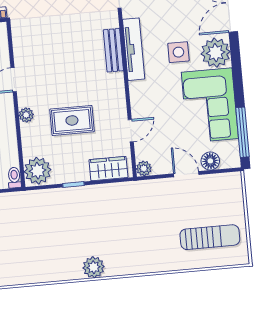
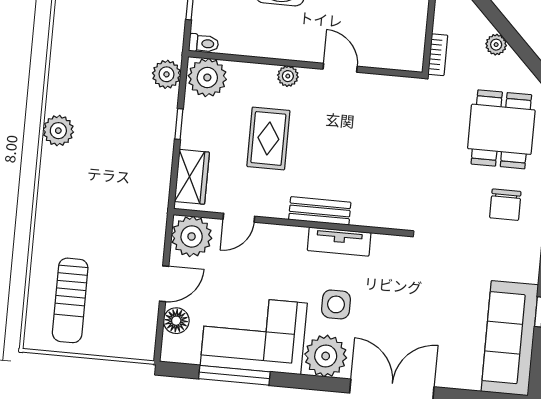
tv unit: (134, 49) -> (339, 242), width x0.71
bench: (113, 50) -> (320, 211), moved
door: (131, 131) -> (239, 218), hinge flipped
window: (242, 132) -> (234, 375), moved
plant: (144, 168) -> (192, 236), width x1.87, depth x1.87
plant: (41, 199) -> (166, 74), added

